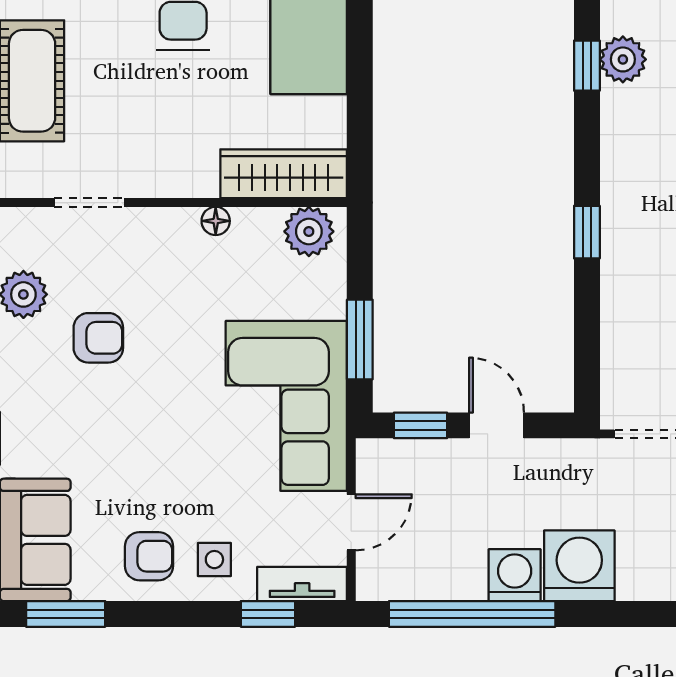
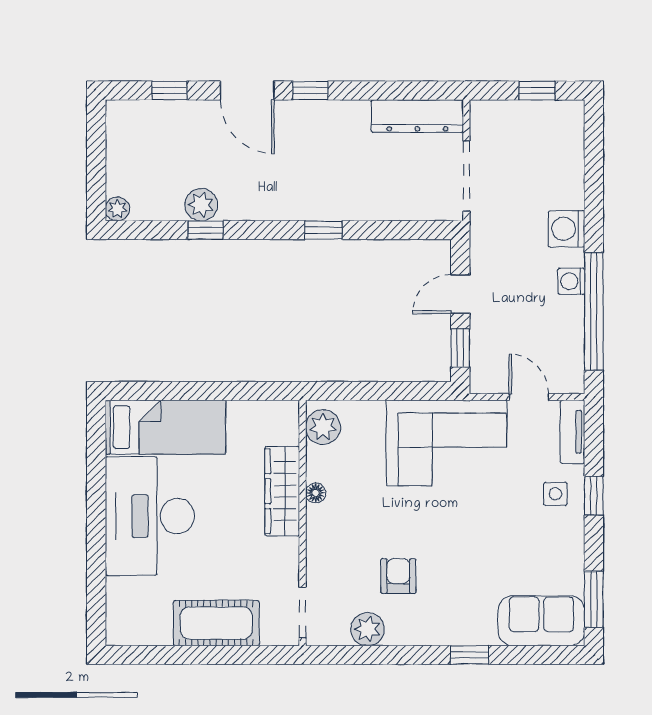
wardrobe: (284, 174) -> (282, 491), moved
doorway: (89, 203) -> (303, 613), moved
window: (360, 340) -> (400, 391), removed
armchair: (149, 556) -> (553, 540), removed
washing machine: (579, 566) -> (566, 229), width x0.73, depth x0.73
washing machine: (515, 575) -> (571, 281), width x0.73, depth x0.73
window: (268, 614) -> (594, 496), moved

